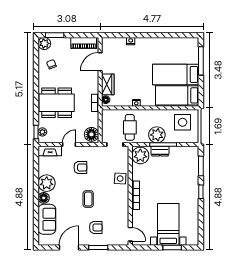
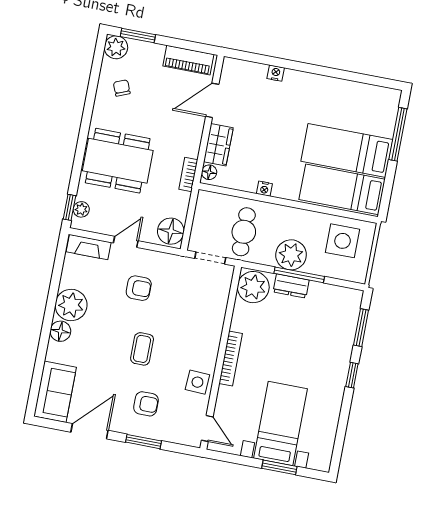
side table: (120, 179) -> (197, 382), moved
sofa: (47, 219) -> (55, 392), moved

